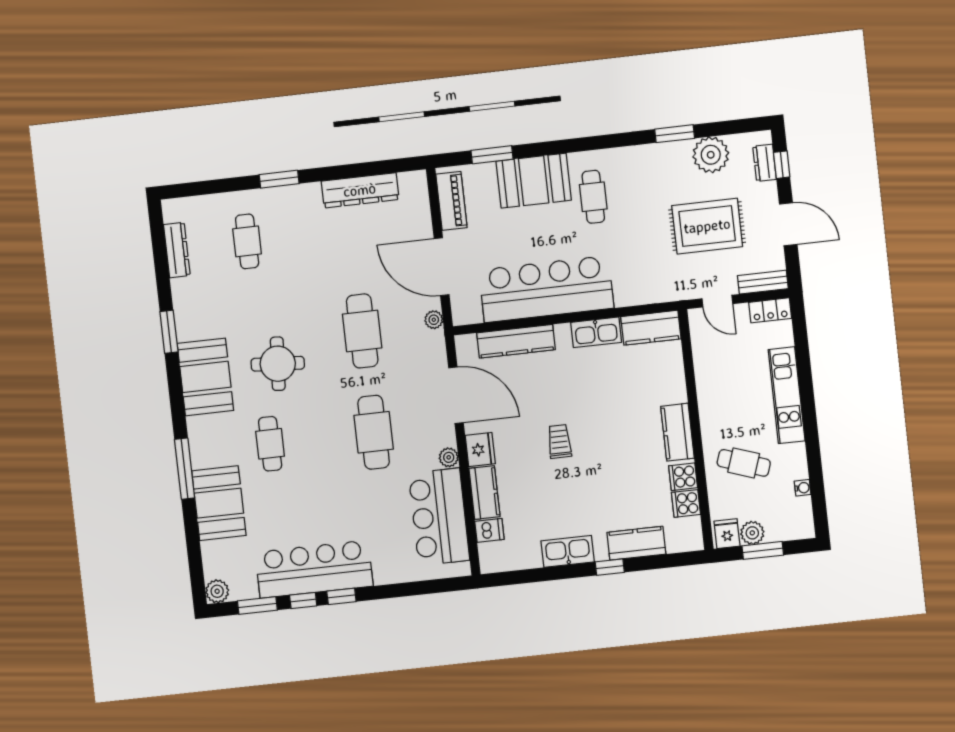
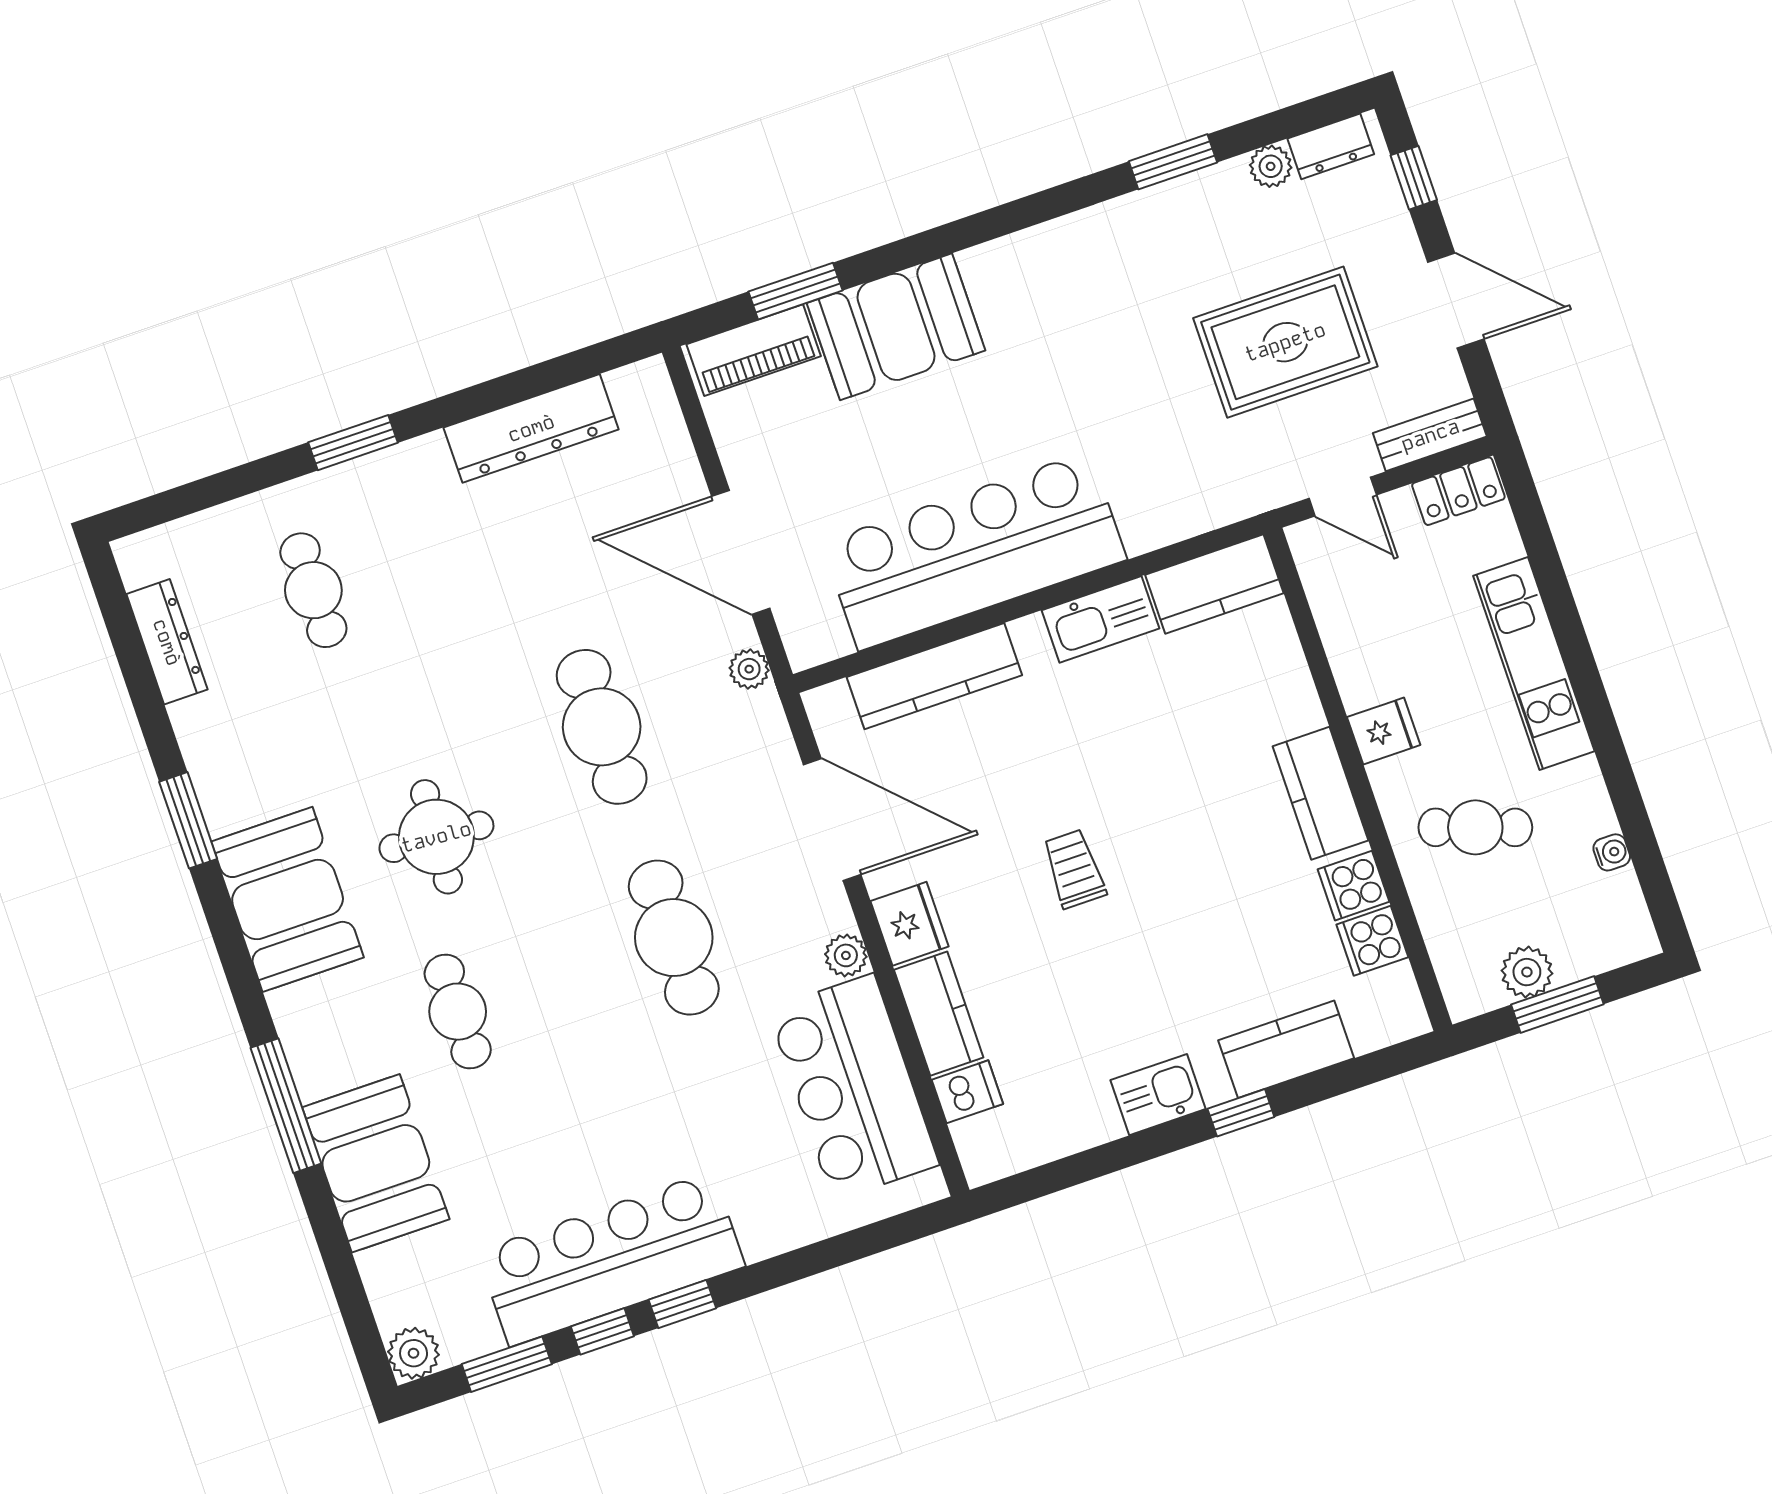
plant: (711, 155) -> (1271, 166), width x0.53, depth x0.53
dresser: (765, 163) -> (1331, 146), moved, turned -90
cafe table: (593, 197) -> (1030, 333), removed
piano: (451, 201) -> (754, 350), moved, turned 90
fridge: (727, 534) -> (1384, 731), moved, turned 90
kitchen sink: (568, 551) -> (1158, 1095), width x0.73

